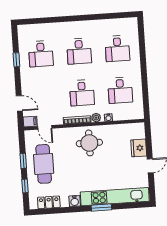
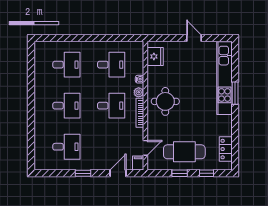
window: (16, 60) -> (83, 173), moved
fridge: (139, 148) -> (155, 56), moved, turned -90
water cooler: (75, 201) -> (226, 121), removed

